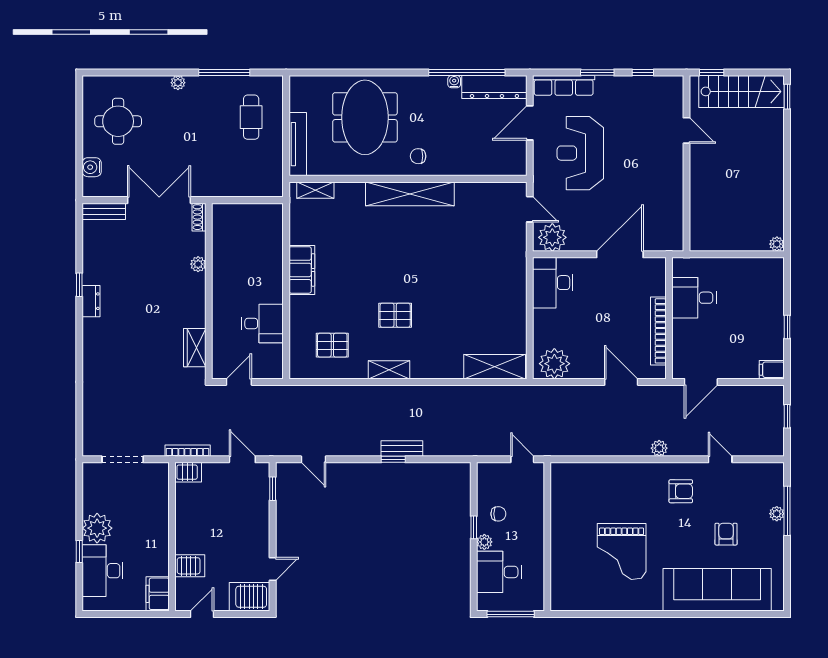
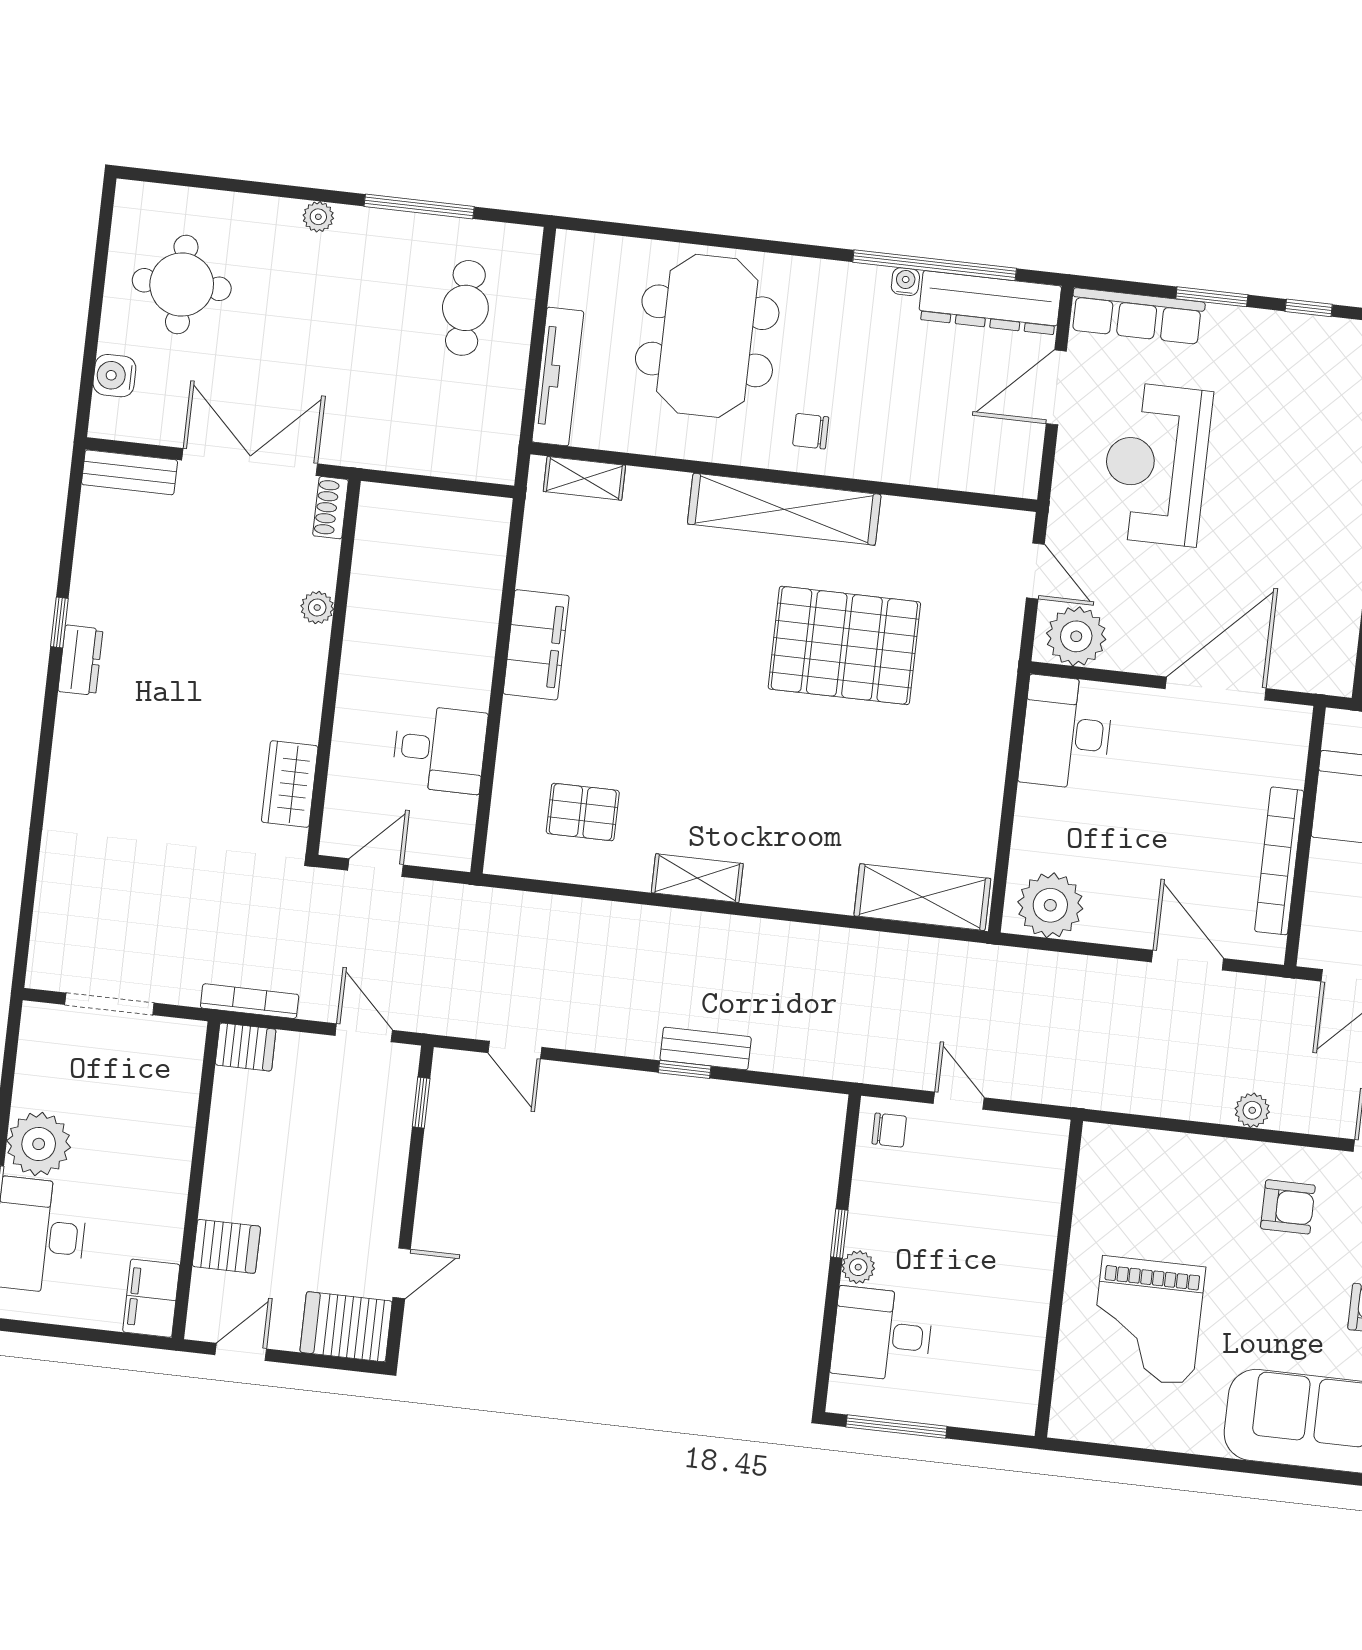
pallet: (395, 315) -> (844, 645), moved, width x2.05, depth x2.00
chair: (498, 514) -> (889, 1130), moved
wall: (547, 537) -> (1059, 1279), moved

